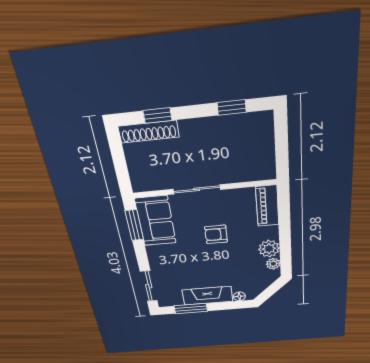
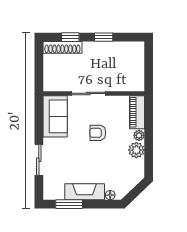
window: (232, 107) -> (104, 37), moved
window: (134, 225) -> (39, 118), removed
plant: (273, 264) -> (139, 135), moved
sliding door: (149, 286) -> (39, 160), moved

